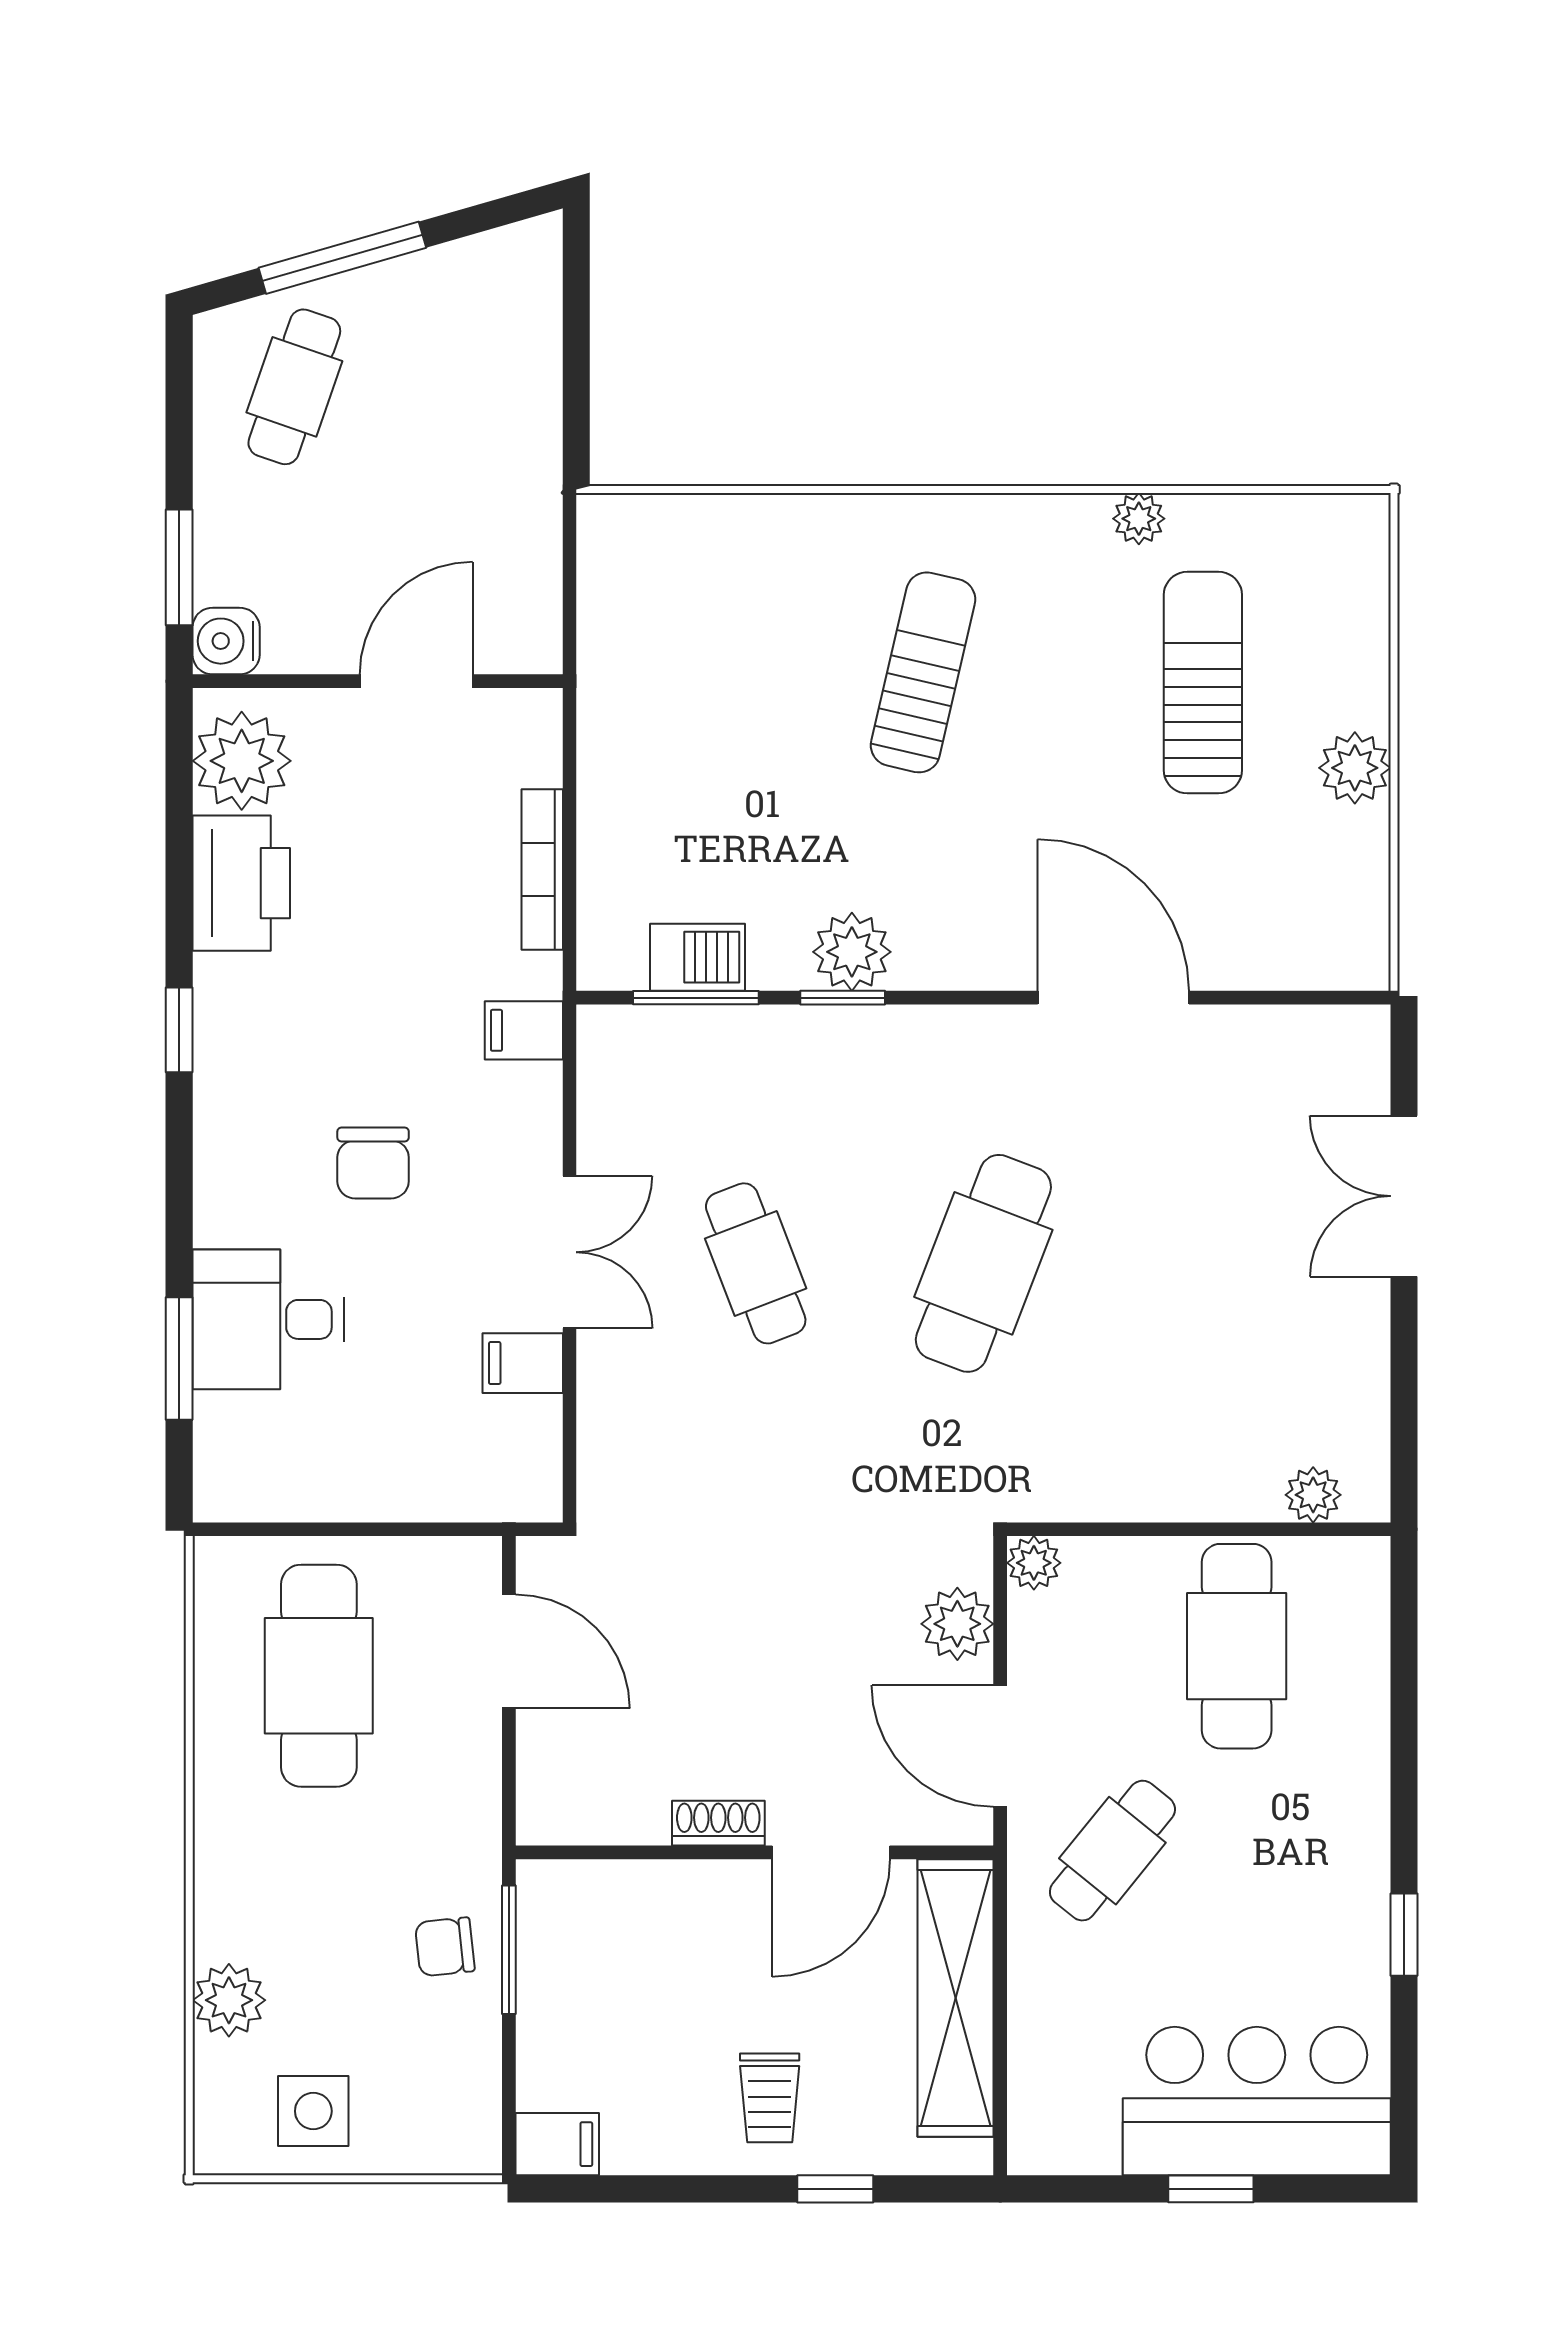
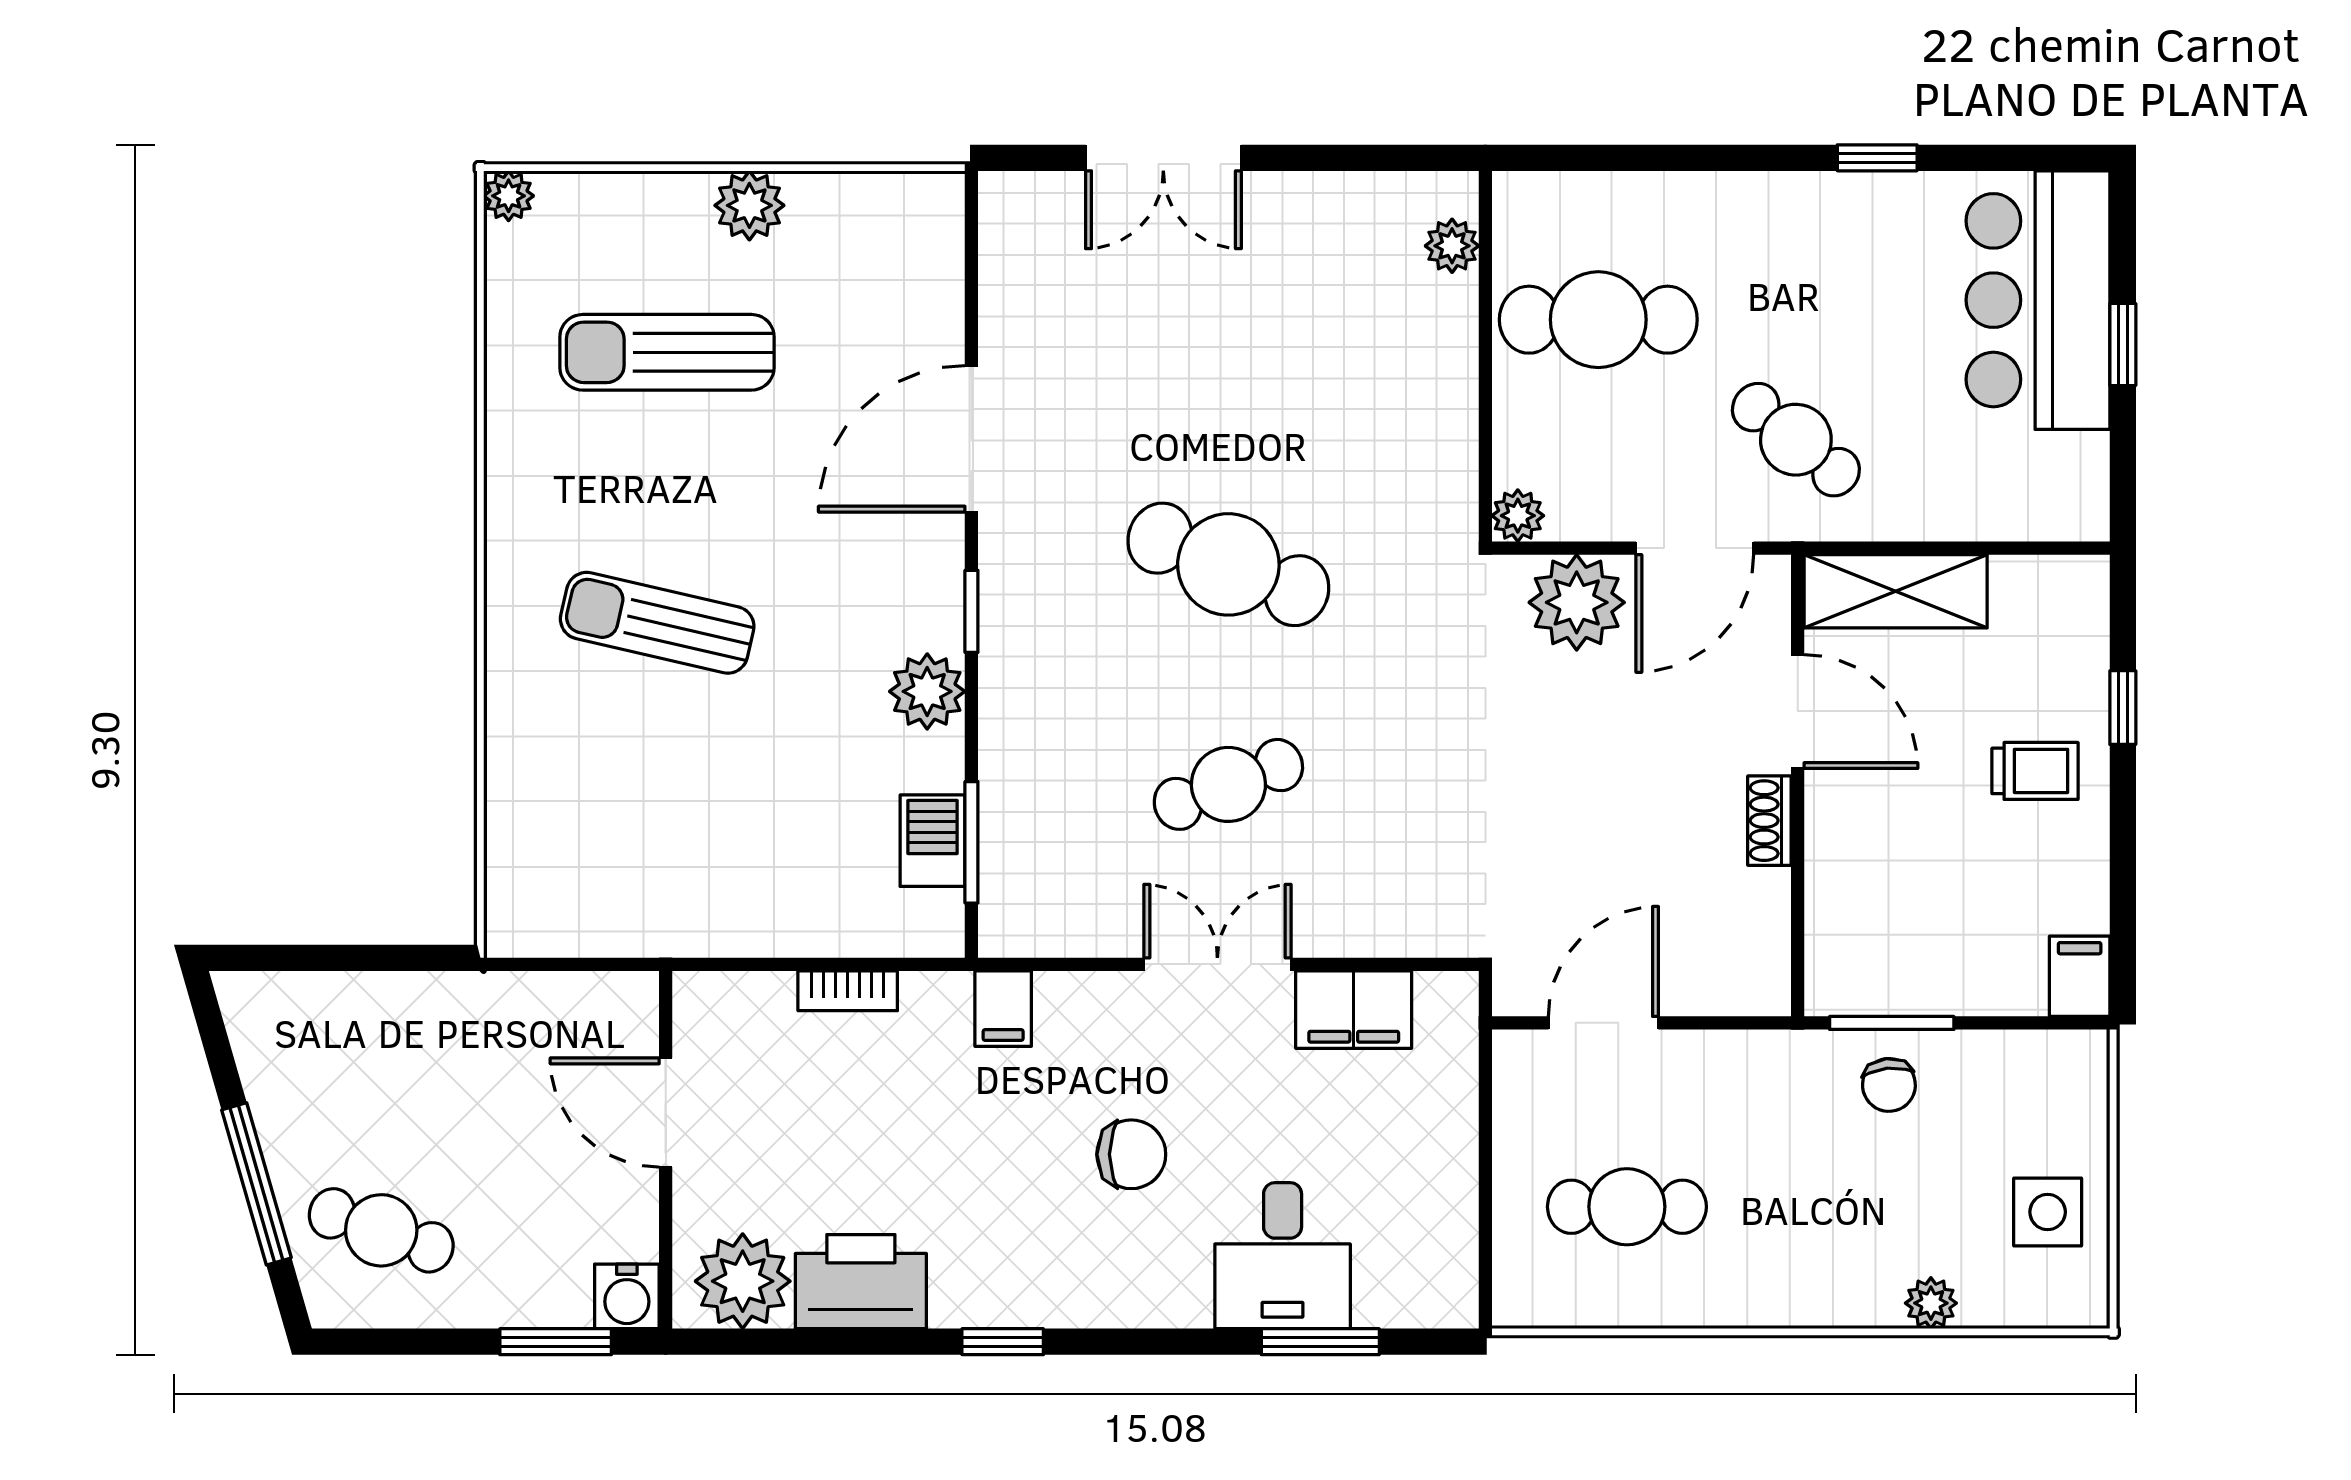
plant: (1139, 519) -> (509, 196), moved
bookcase: (542, 869) -> (848, 991), width x0.64
window: (843, 998) -> (971, 611), moved
filing cabinet: (523, 1363) -> (1354, 1010), width x2.00
plant: (957, 1624) -> (1577, 602), width x1.36, depth x1.36
cafe table: (319, 1676) -> (1627, 1207), width x0.73, depth x0.74
shelving: (956, 1998) -> (1896, 591), width x0.68
plant: (229, 2000) -> (1931, 1303), width x0.73, depth x0.73

